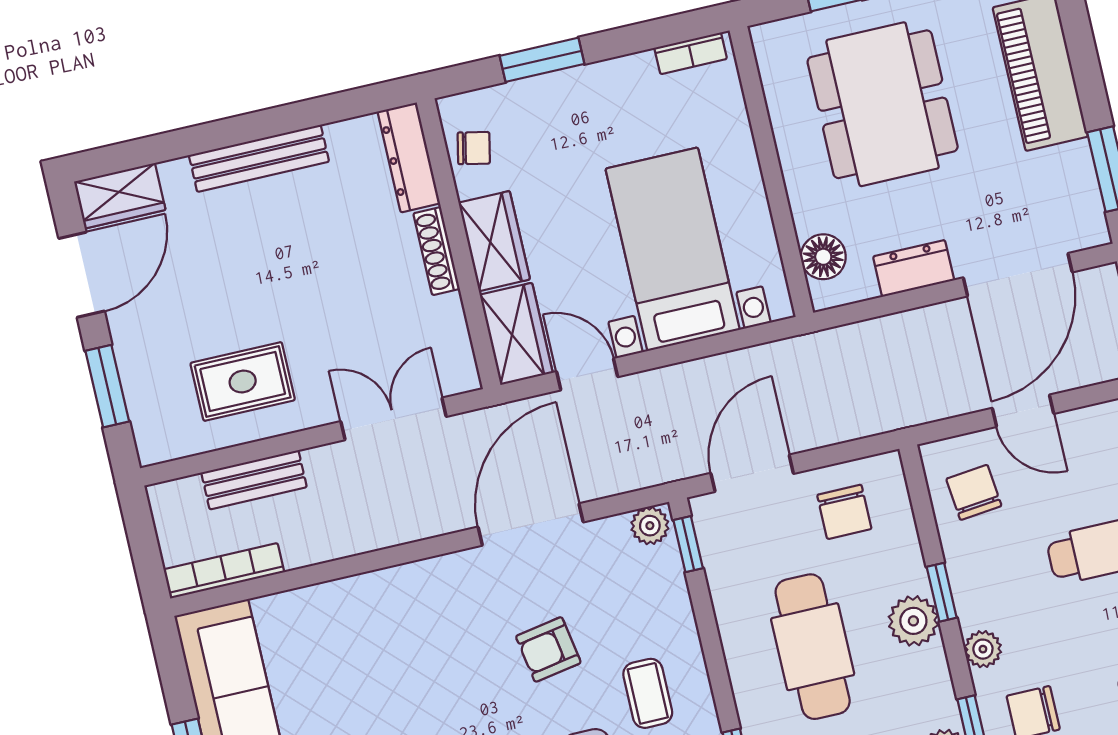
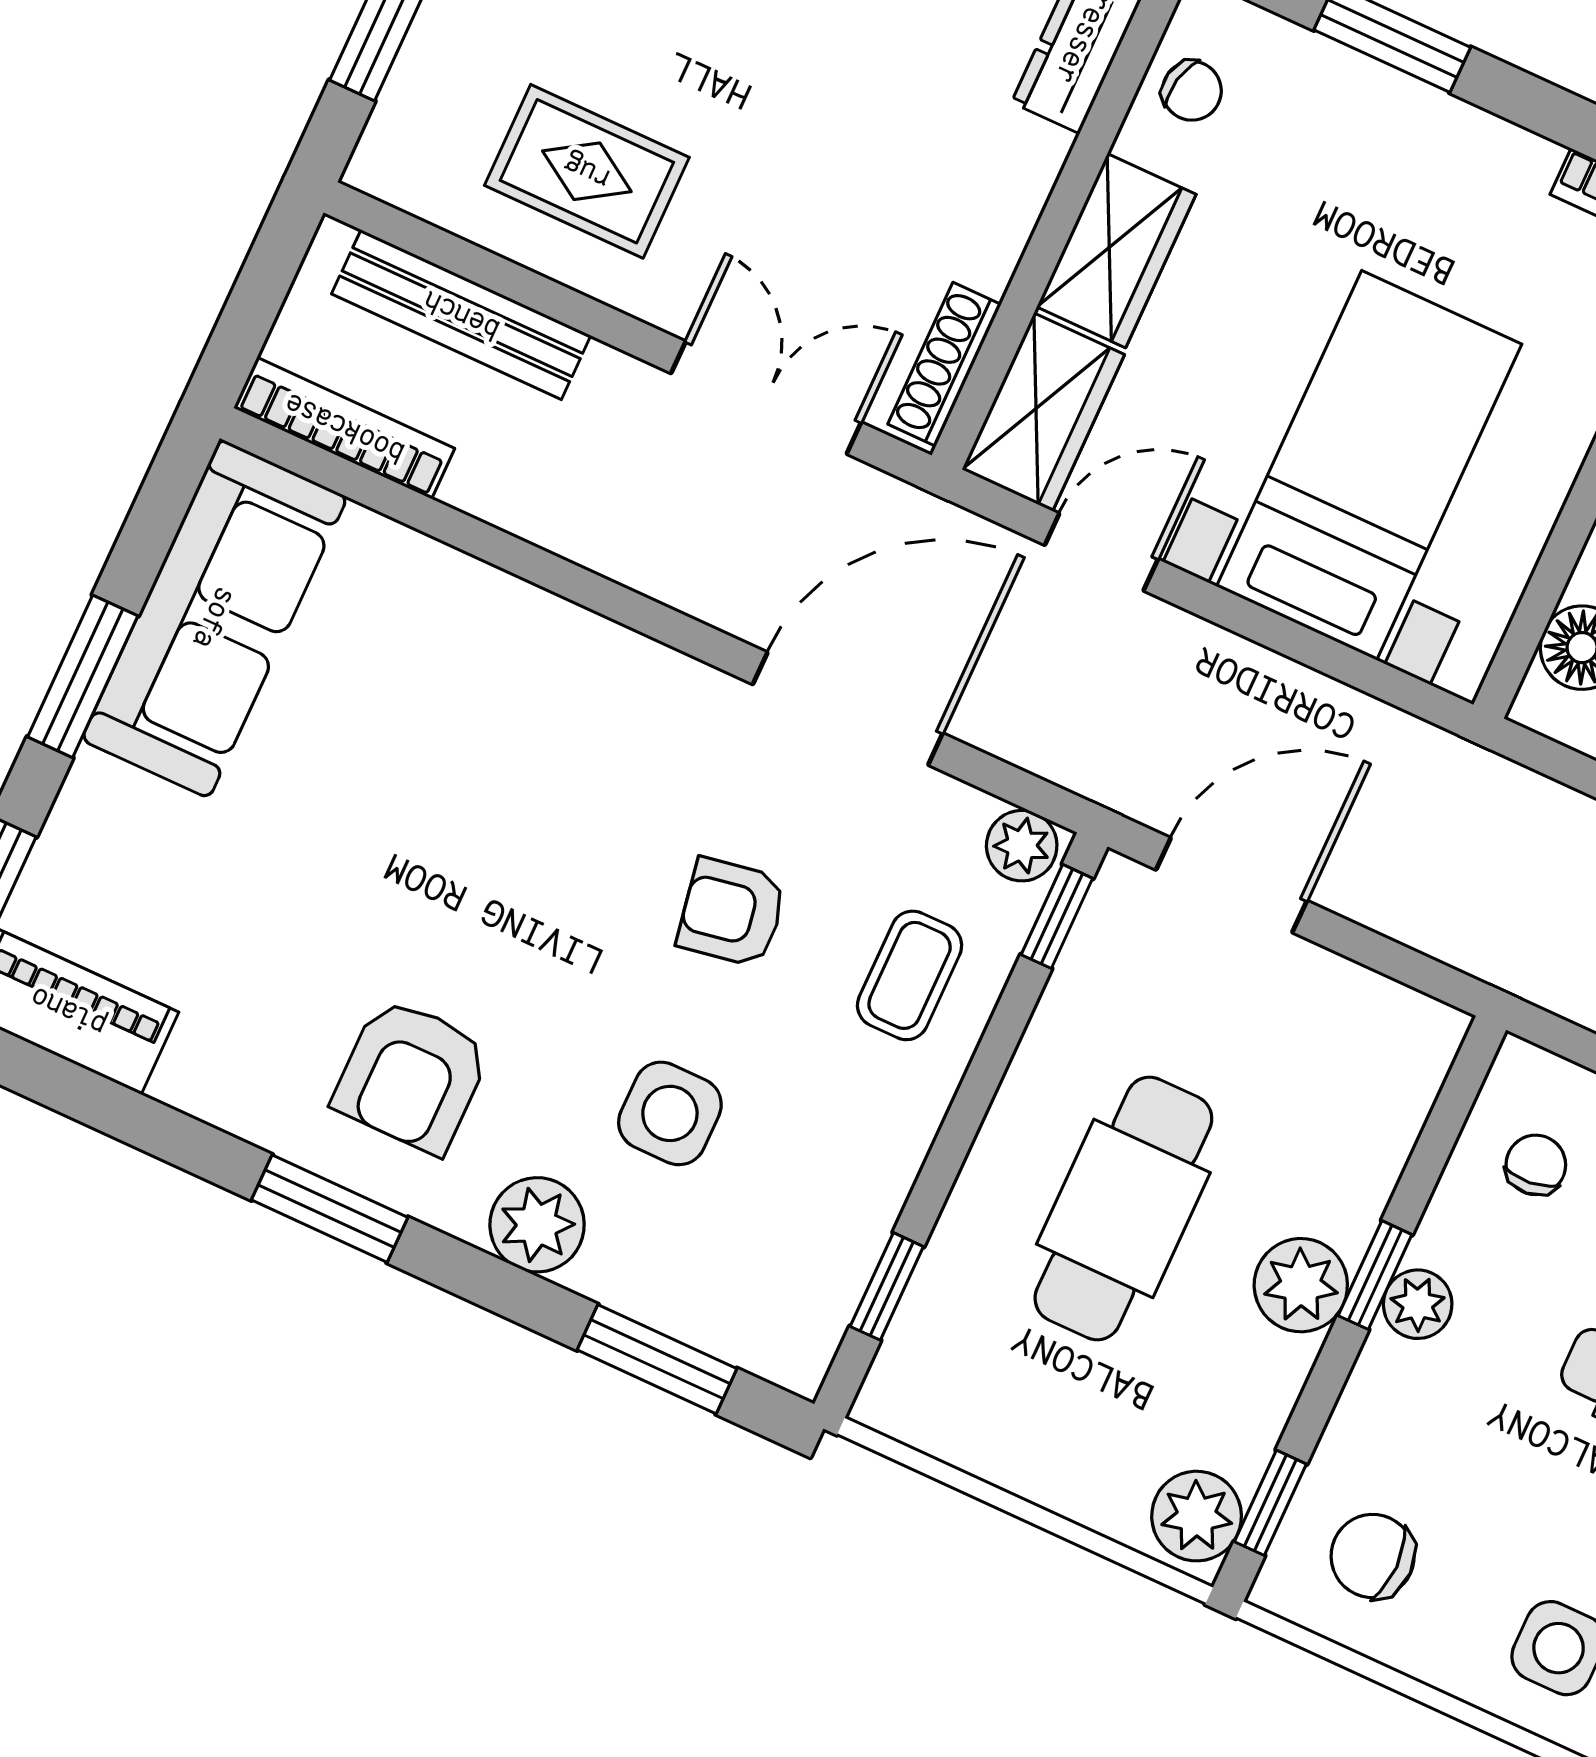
shoe rack: (437, 251) -> (944, 364), moved
door: (587, 374) -> (1101, 552), hinge flipped
bench: (254, 480) -> (461, 315), width x1.36
chair: (974, 492) -> (1536, 1165), width x0.73, depth x0.73
chair: (844, 512) -> (1323, 1046), removed
plant: (983, 649) -> (1418, 1304), moved
coffee table: (648, 693) -> (910, 975), moved

